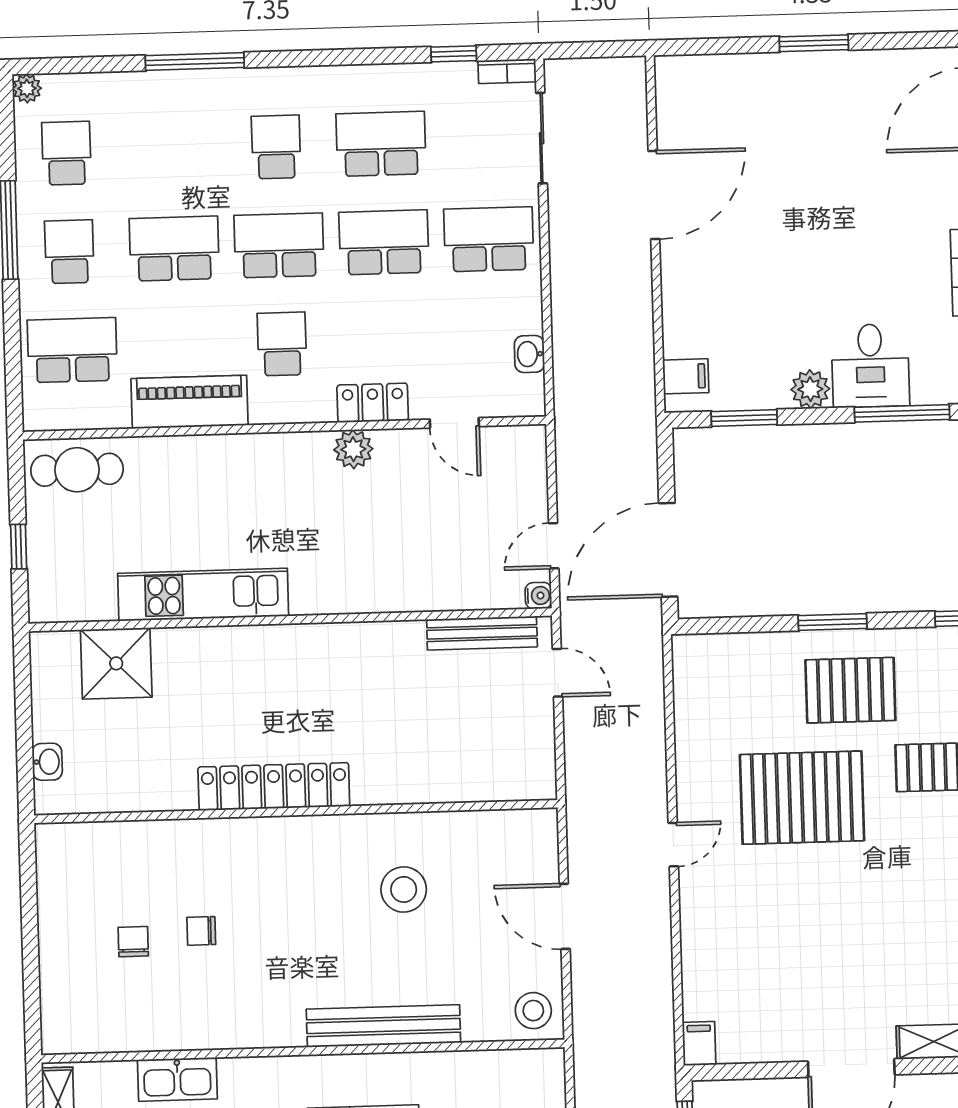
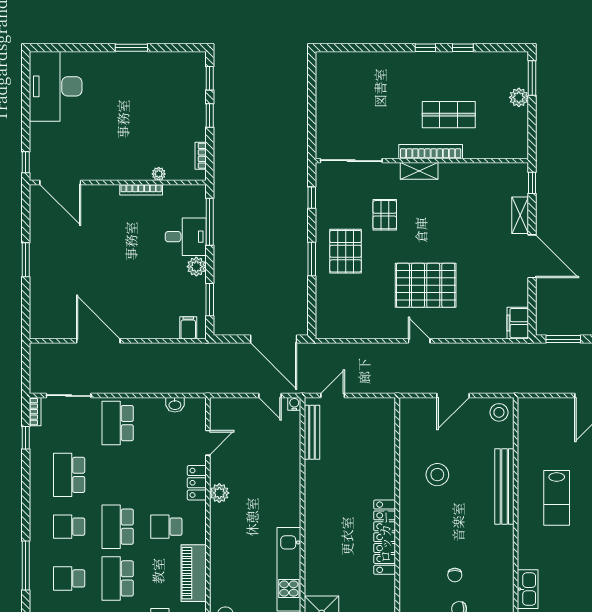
school desk: (384, 242) -> (69, 578), moved, width x0.54
pallet: (802, 798) -> (426, 285), moved, turned 90
filing cabinet: (699, 1044) -> (518, 323), width x2.00

